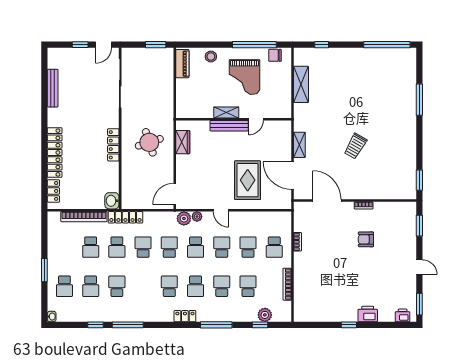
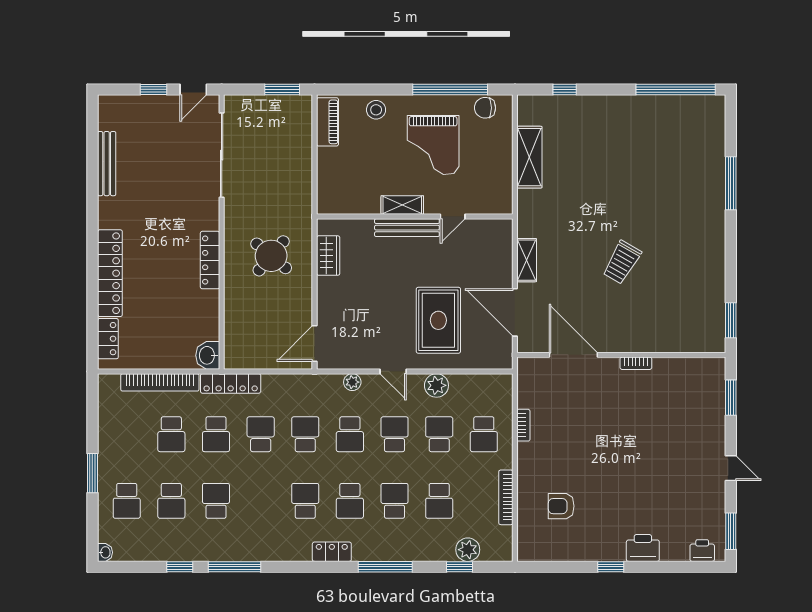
round table: (149, 142) -> (271, 256), turned -32
plant: (184, 218) -> (436, 385), moved
armchair: (366, 239) -> (561, 506), moved
school desk: (248, 286) -> (439, 501), turned 180

